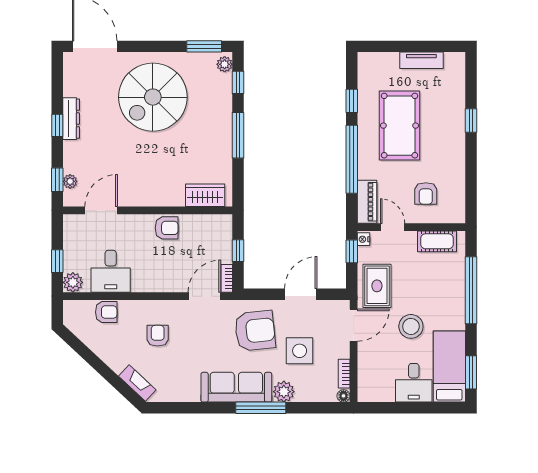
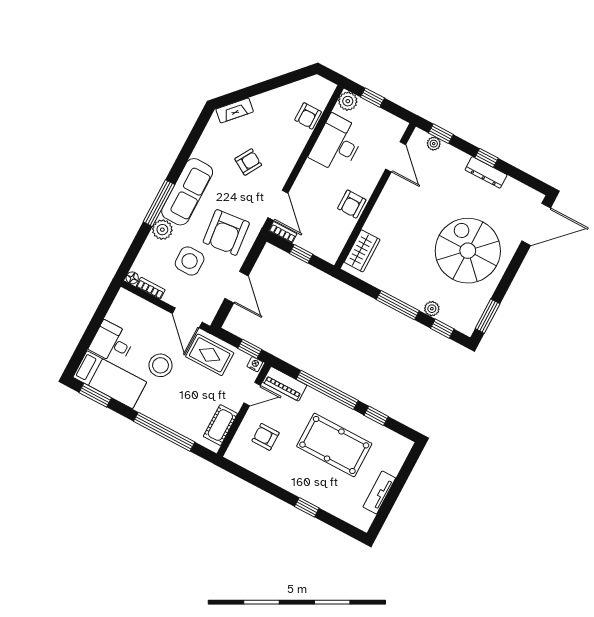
plant: (225, 64) -> (432, 309), moved
desk: (111, 271) -> (337, 144), width x1.37
armchair: (158, 336) -> (248, 162), moved, turned -59

